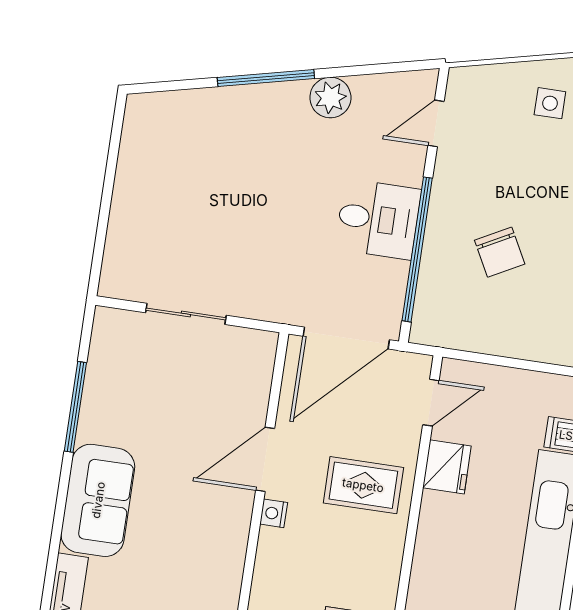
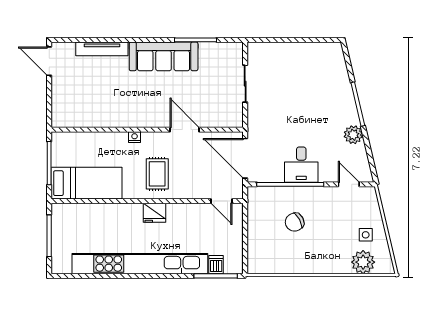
fridge: (447, 467) -> (155, 213), moved
rug: (363, 485) -> (157, 174), moved
sofa: (98, 500) -> (164, 56), width x1.36
nightstand: (274, 513) -> (135, 137), moved

